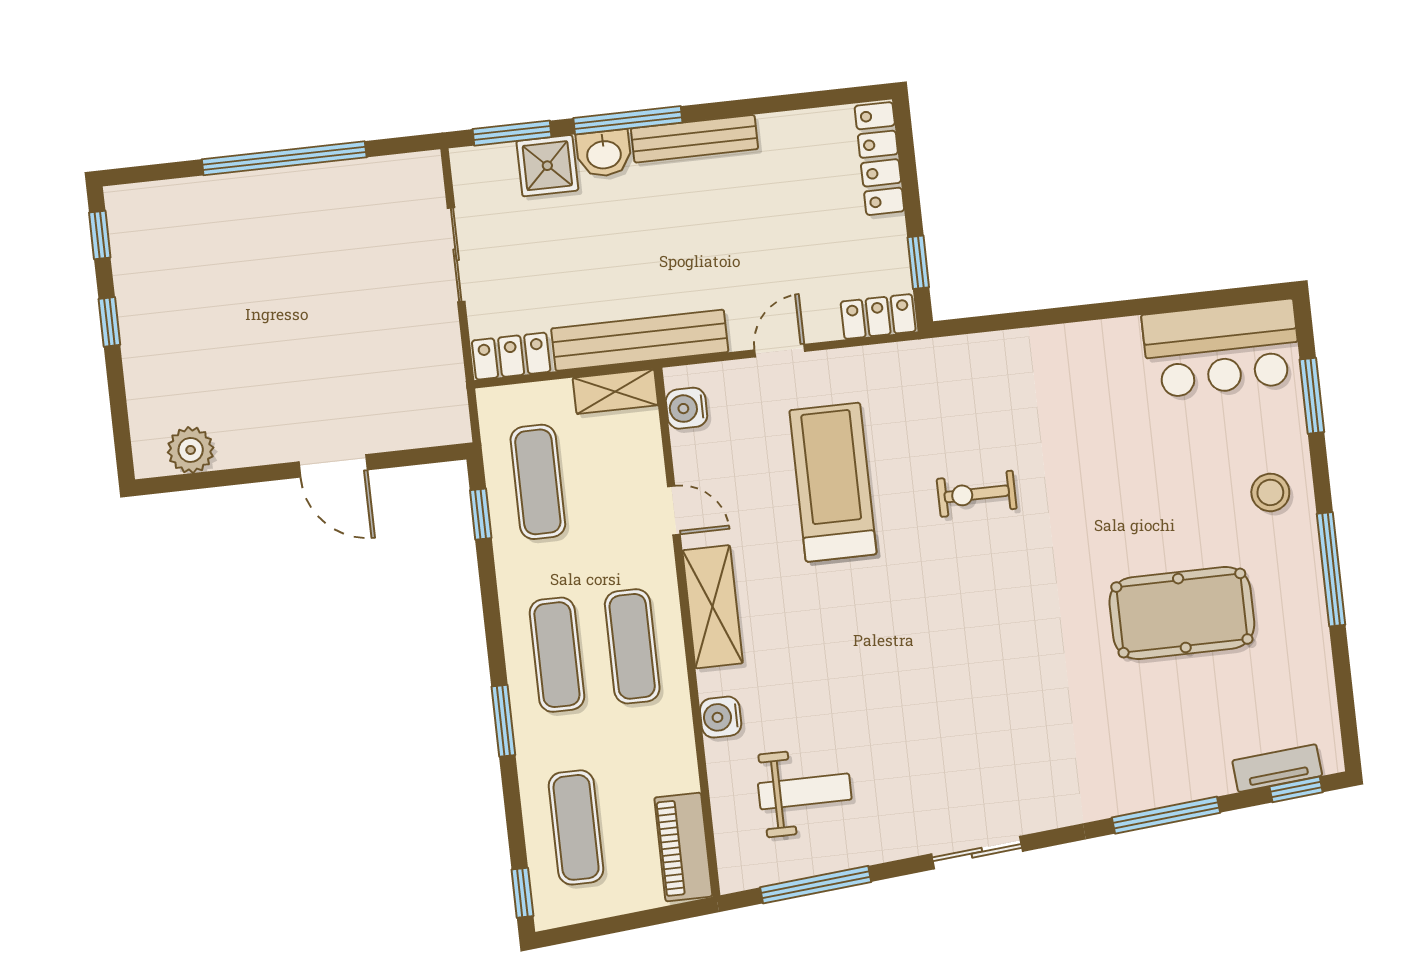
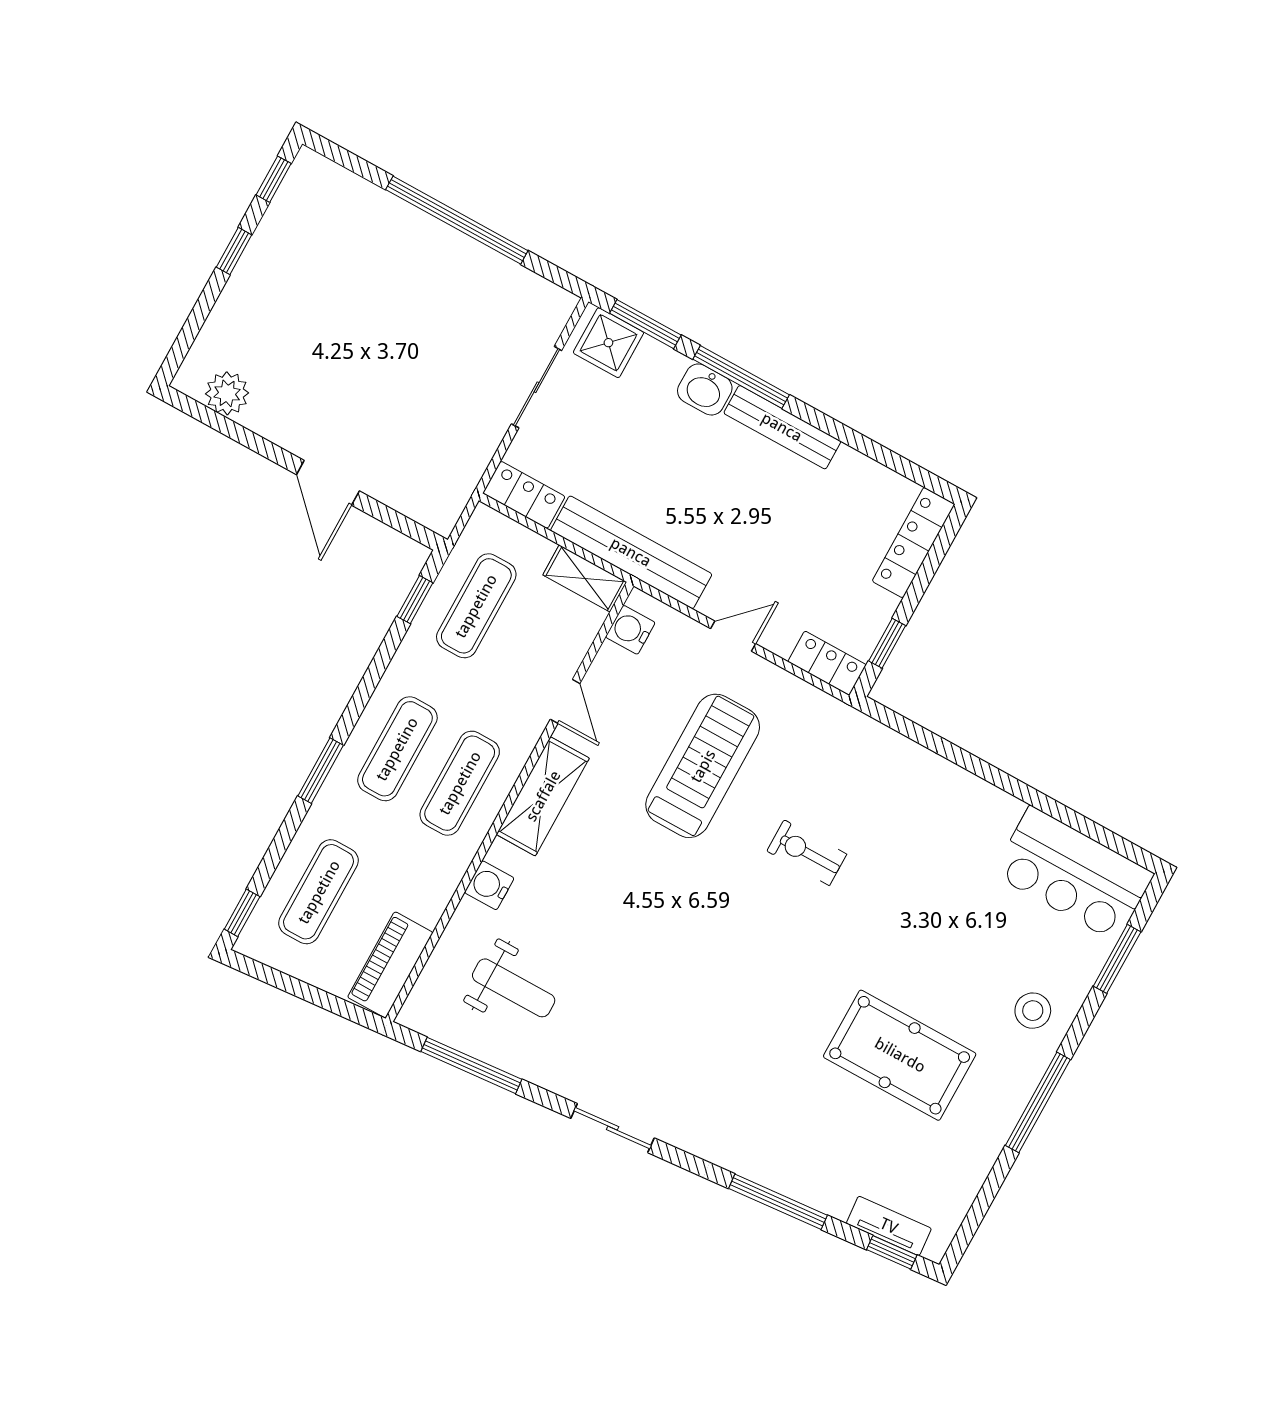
shower: (547, 166) -> (608, 343), moved

